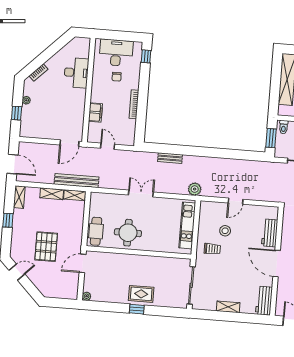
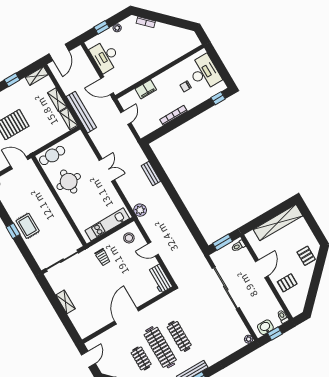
desk: (76, 73) -> (105, 56), moved, turned 90
stool: (225, 231) -> (129, 238), moved
workbench: (270, 233) -> (160, 279), moved, turned -90
workbench: (264, 301) -> (90, 327), removed

